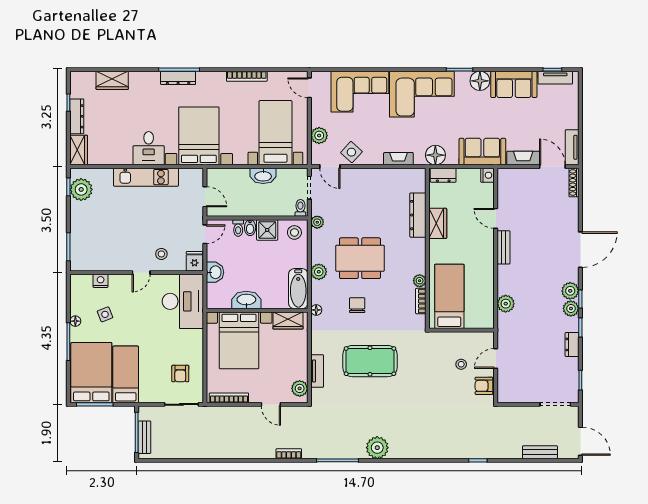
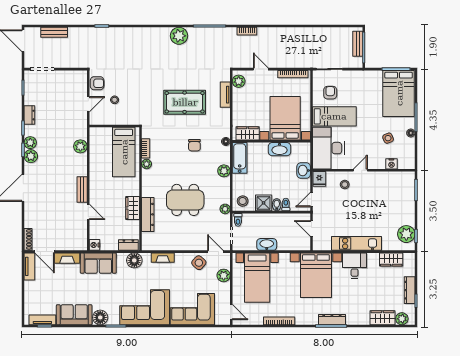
plant: (87, 79) -> (402, 319), added
wardrobe: (79, 150) -> (391, 259), moved, turned -90
dining table: (360, 258) -> (185, 200), moved
bed: (126, 374) -> (334, 116), moved, turned -90

